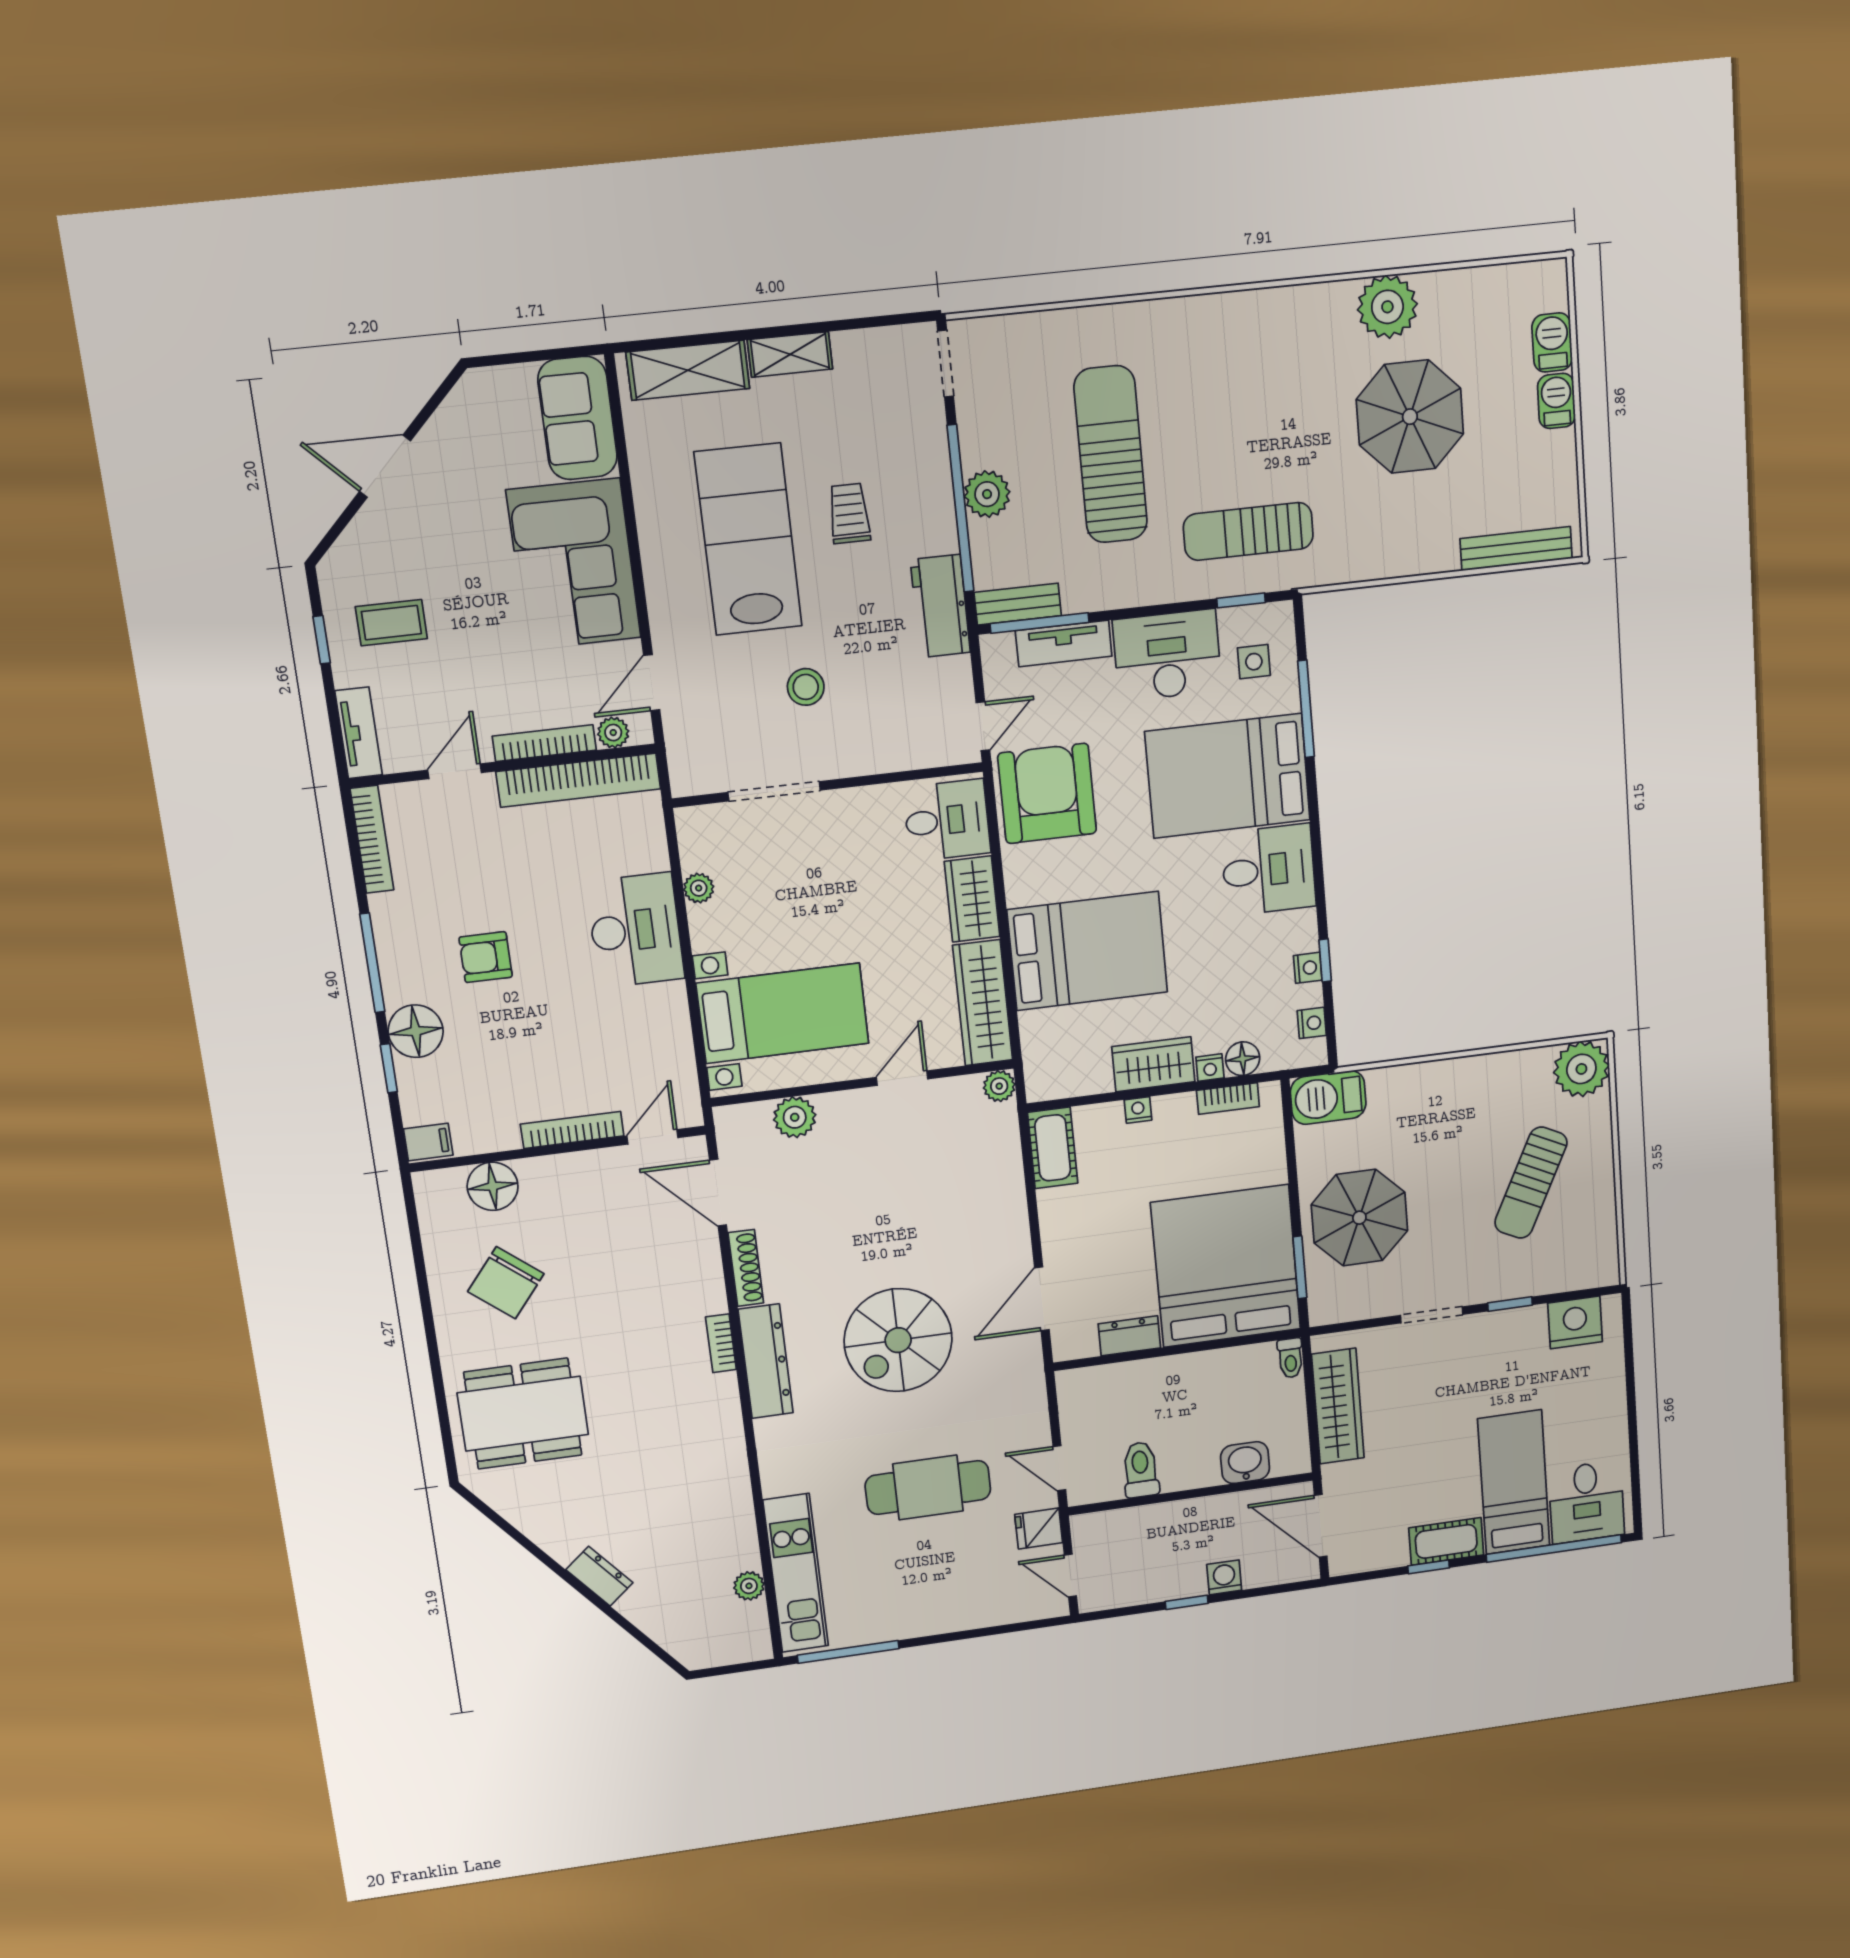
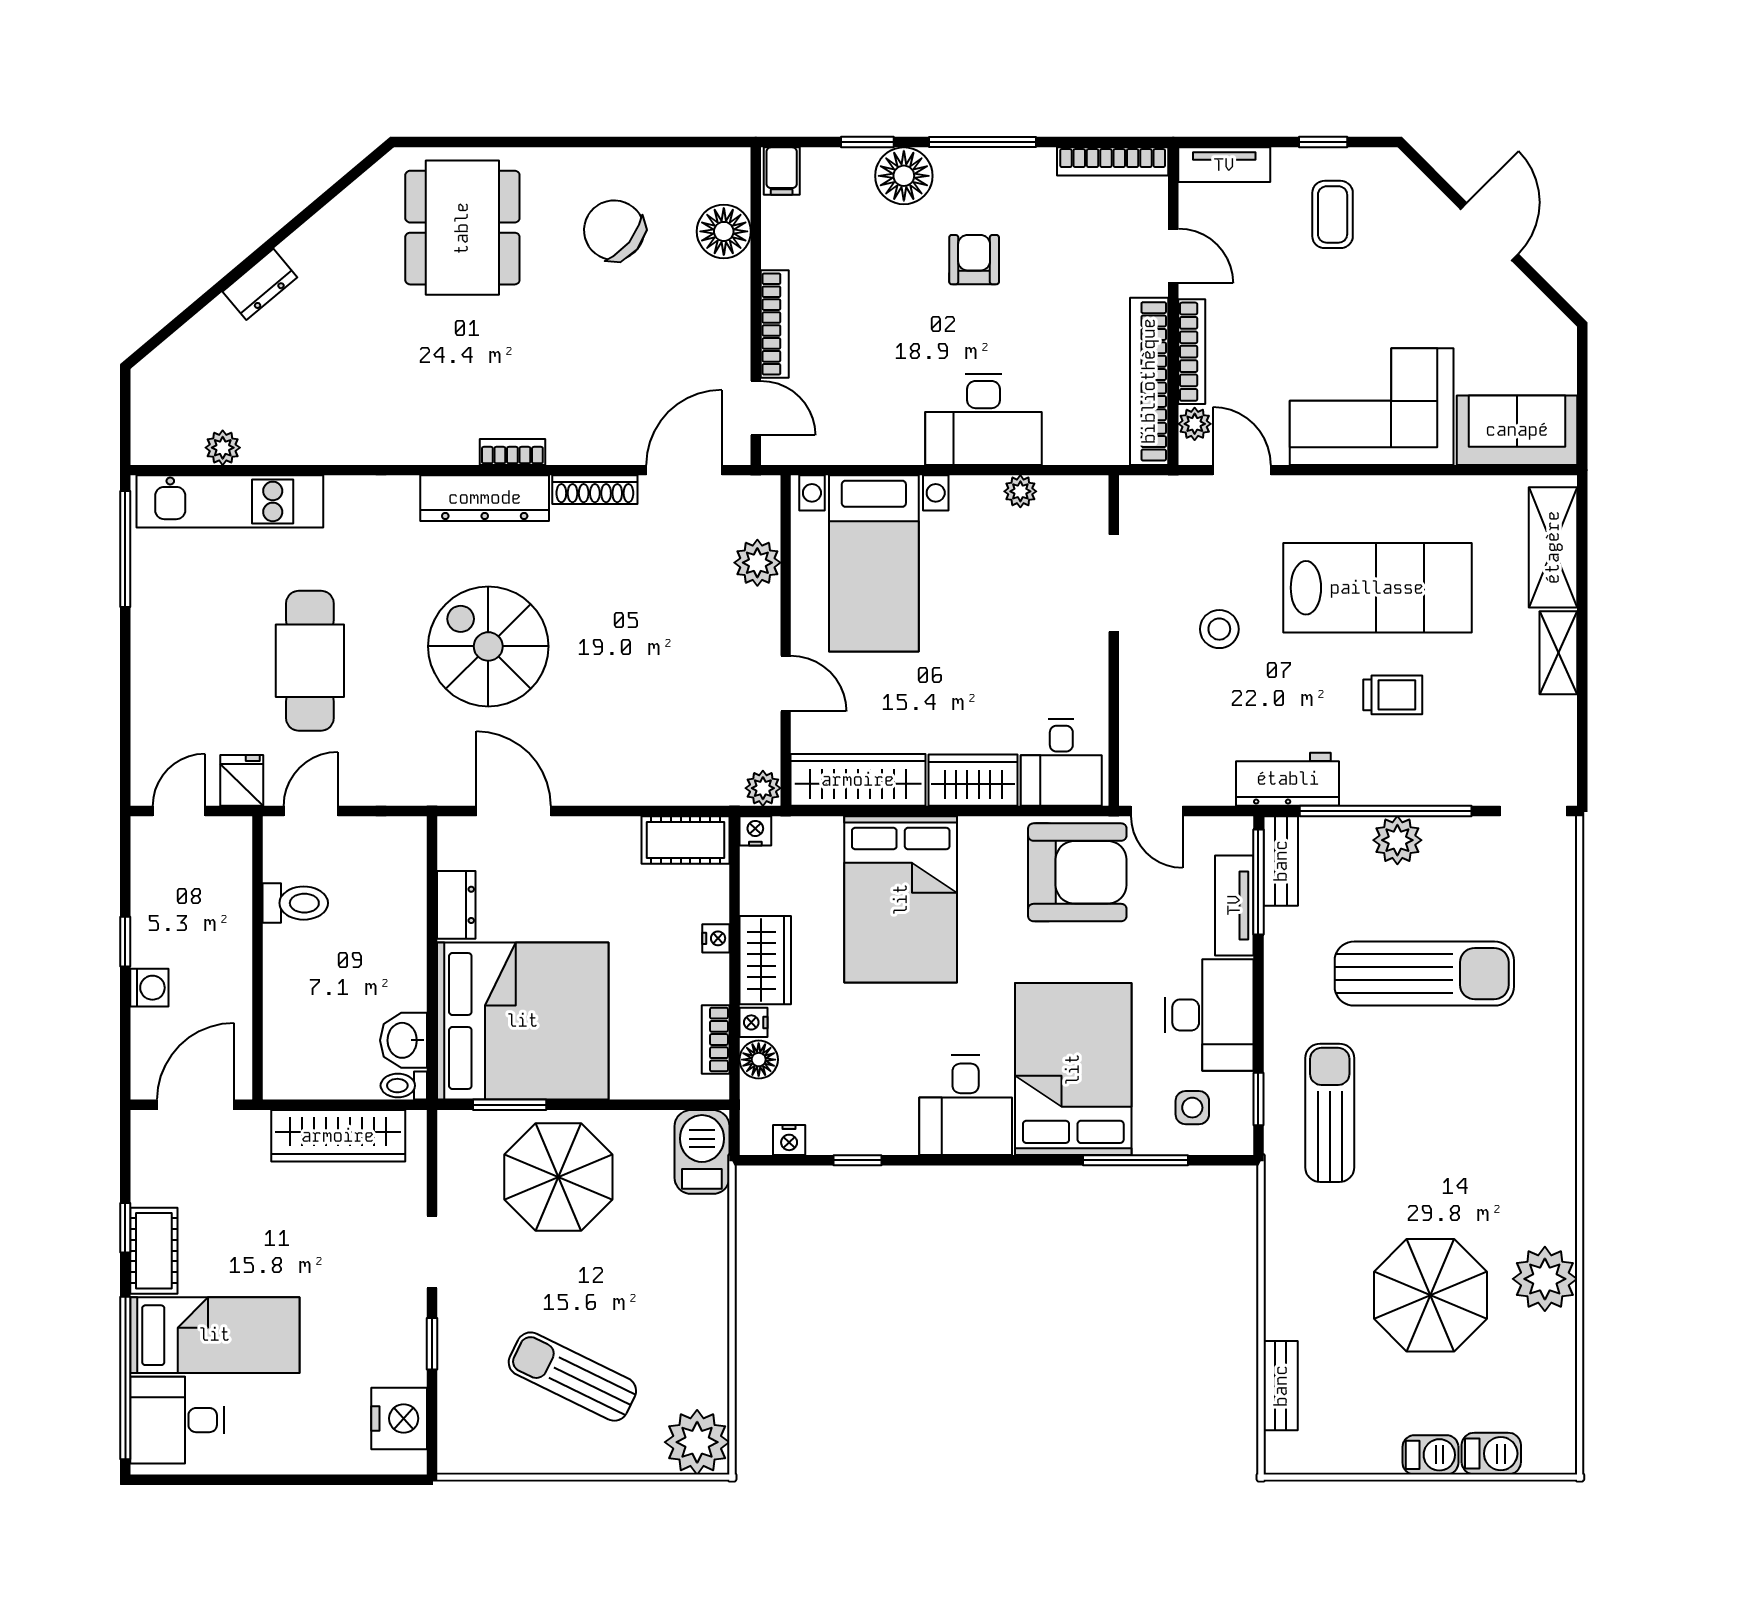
bench: (1516, 549) -> (1281, 1386), width x0.73
nightstand: (1308, 968) -> (755, 831), moved, turned 180
washbasin: (1245, 1463) -> (404, 1040), moved, turned 180

